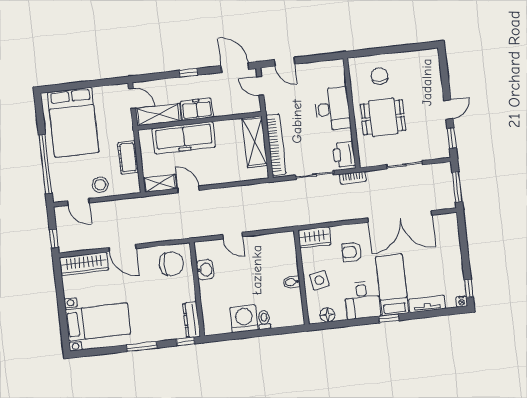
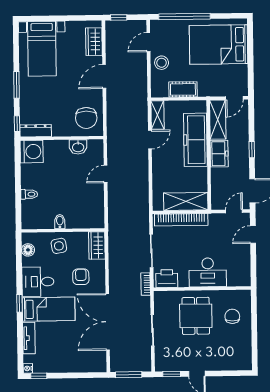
chair: (379, 76) -> (232, 316), turned -90
wardrobe: (84, 264) -> (94, 42), width x0.67
washing machine: (244, 319) -> (32, 152), moved

